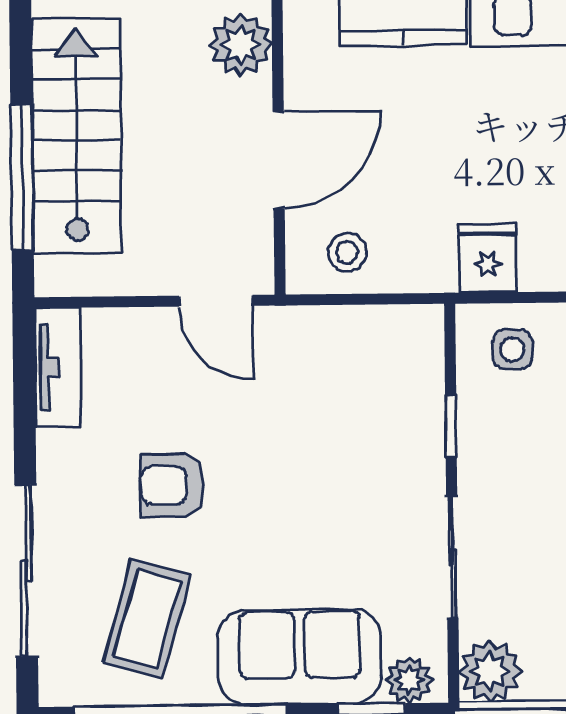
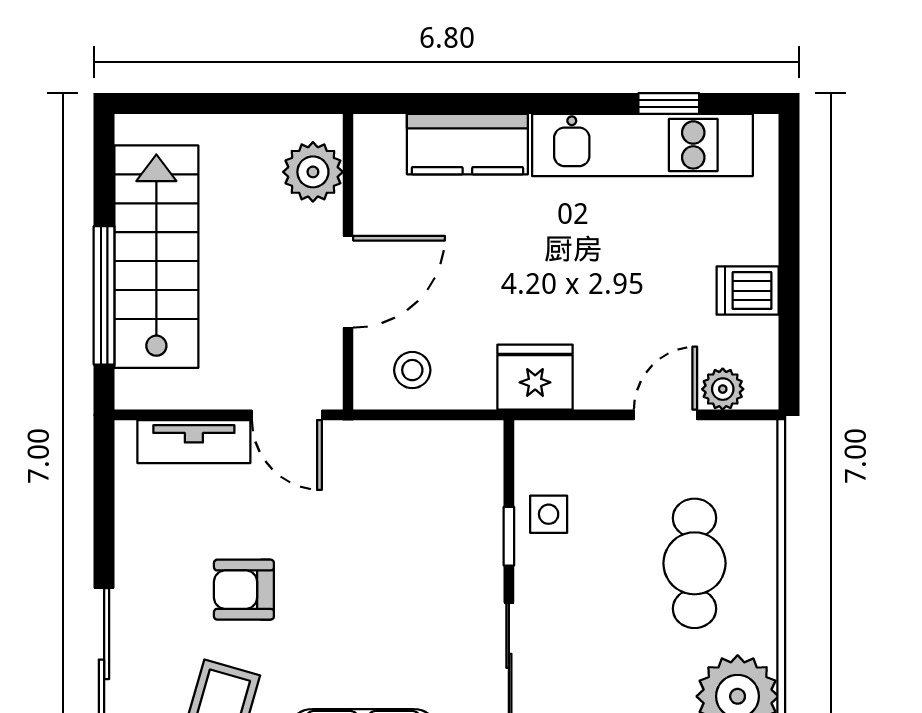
fridge: (488, 258) -> (535, 377), width x1.38
side table: (512, 349) -> (549, 514), moved
tv unit: (58, 367) -> (194, 442), moved, turned 90

